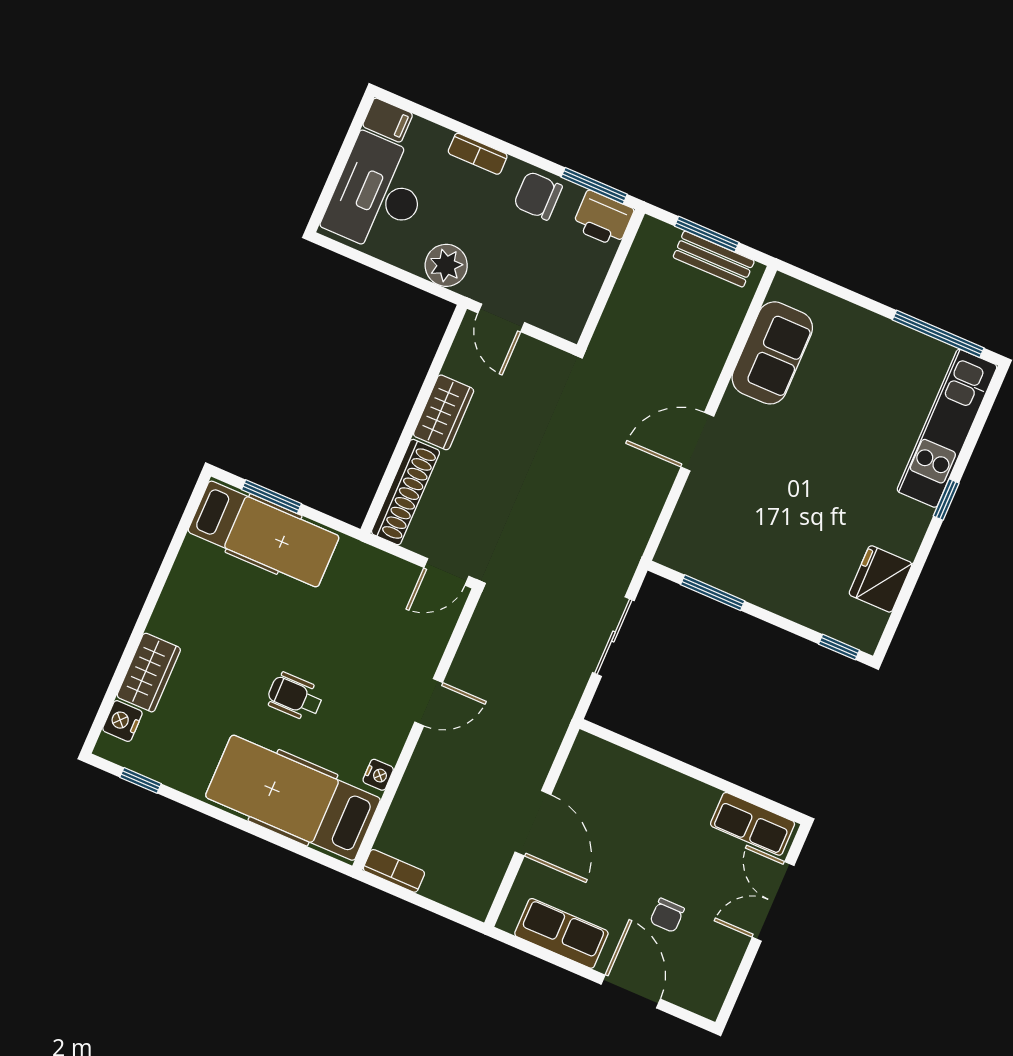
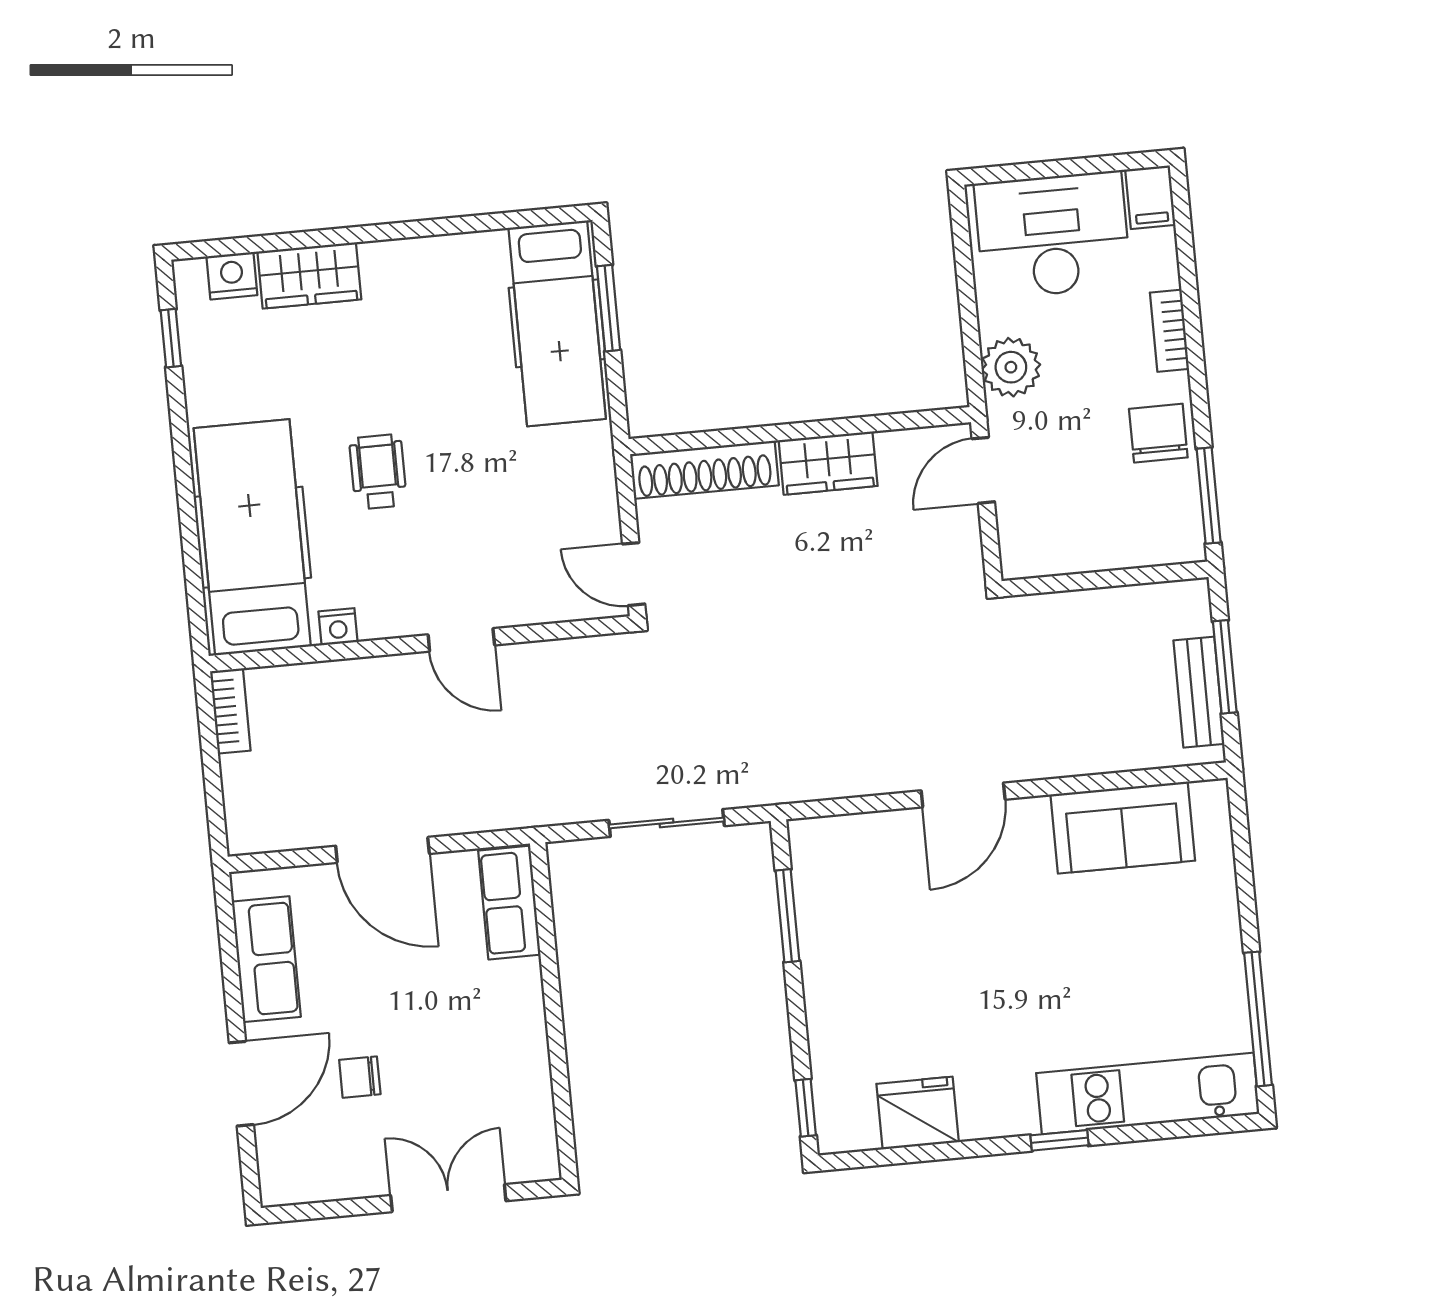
printer: (603, 219) -> (1174, 529), removed
door: (697, 442) -> (963, 795), swing flipped
door: (533, 823) -> (383, 850), hinge flipped
row of seats: (753, 824) -> (509, 903), moved

